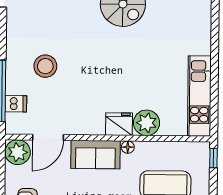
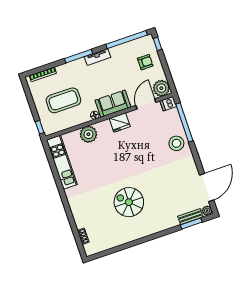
stool: (45, 66) -> (176, 143), moved
dishwasher: (16, 104) -> (168, 104), moved
fridge: (119, 124) -> (120, 122), moved

